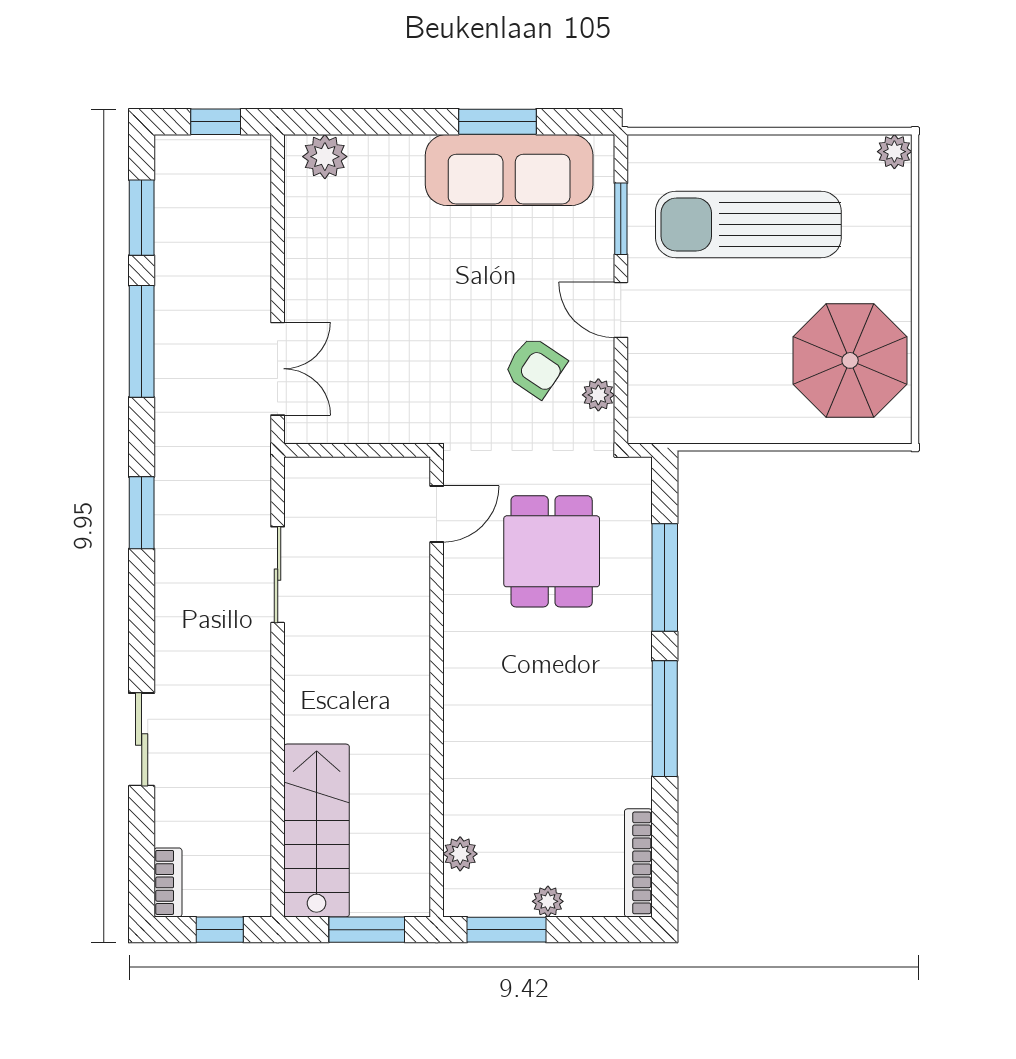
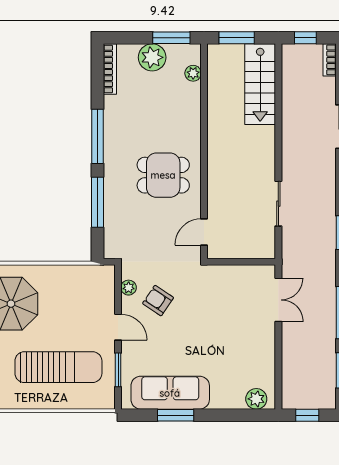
double door: (278, 369) -> (278, 300), swing flipped
dining table: (552, 551) -> (163, 175), moved, turned 90
plant: (548, 901) -> (152, 57), width x1.88, depth x1.88

